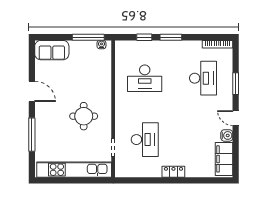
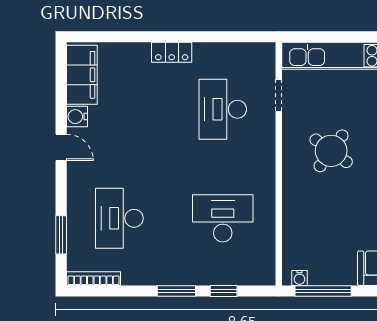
window: (236, 84) -> (61, 235), moved
round table: (84, 116) -> (331, 151), turned 36

